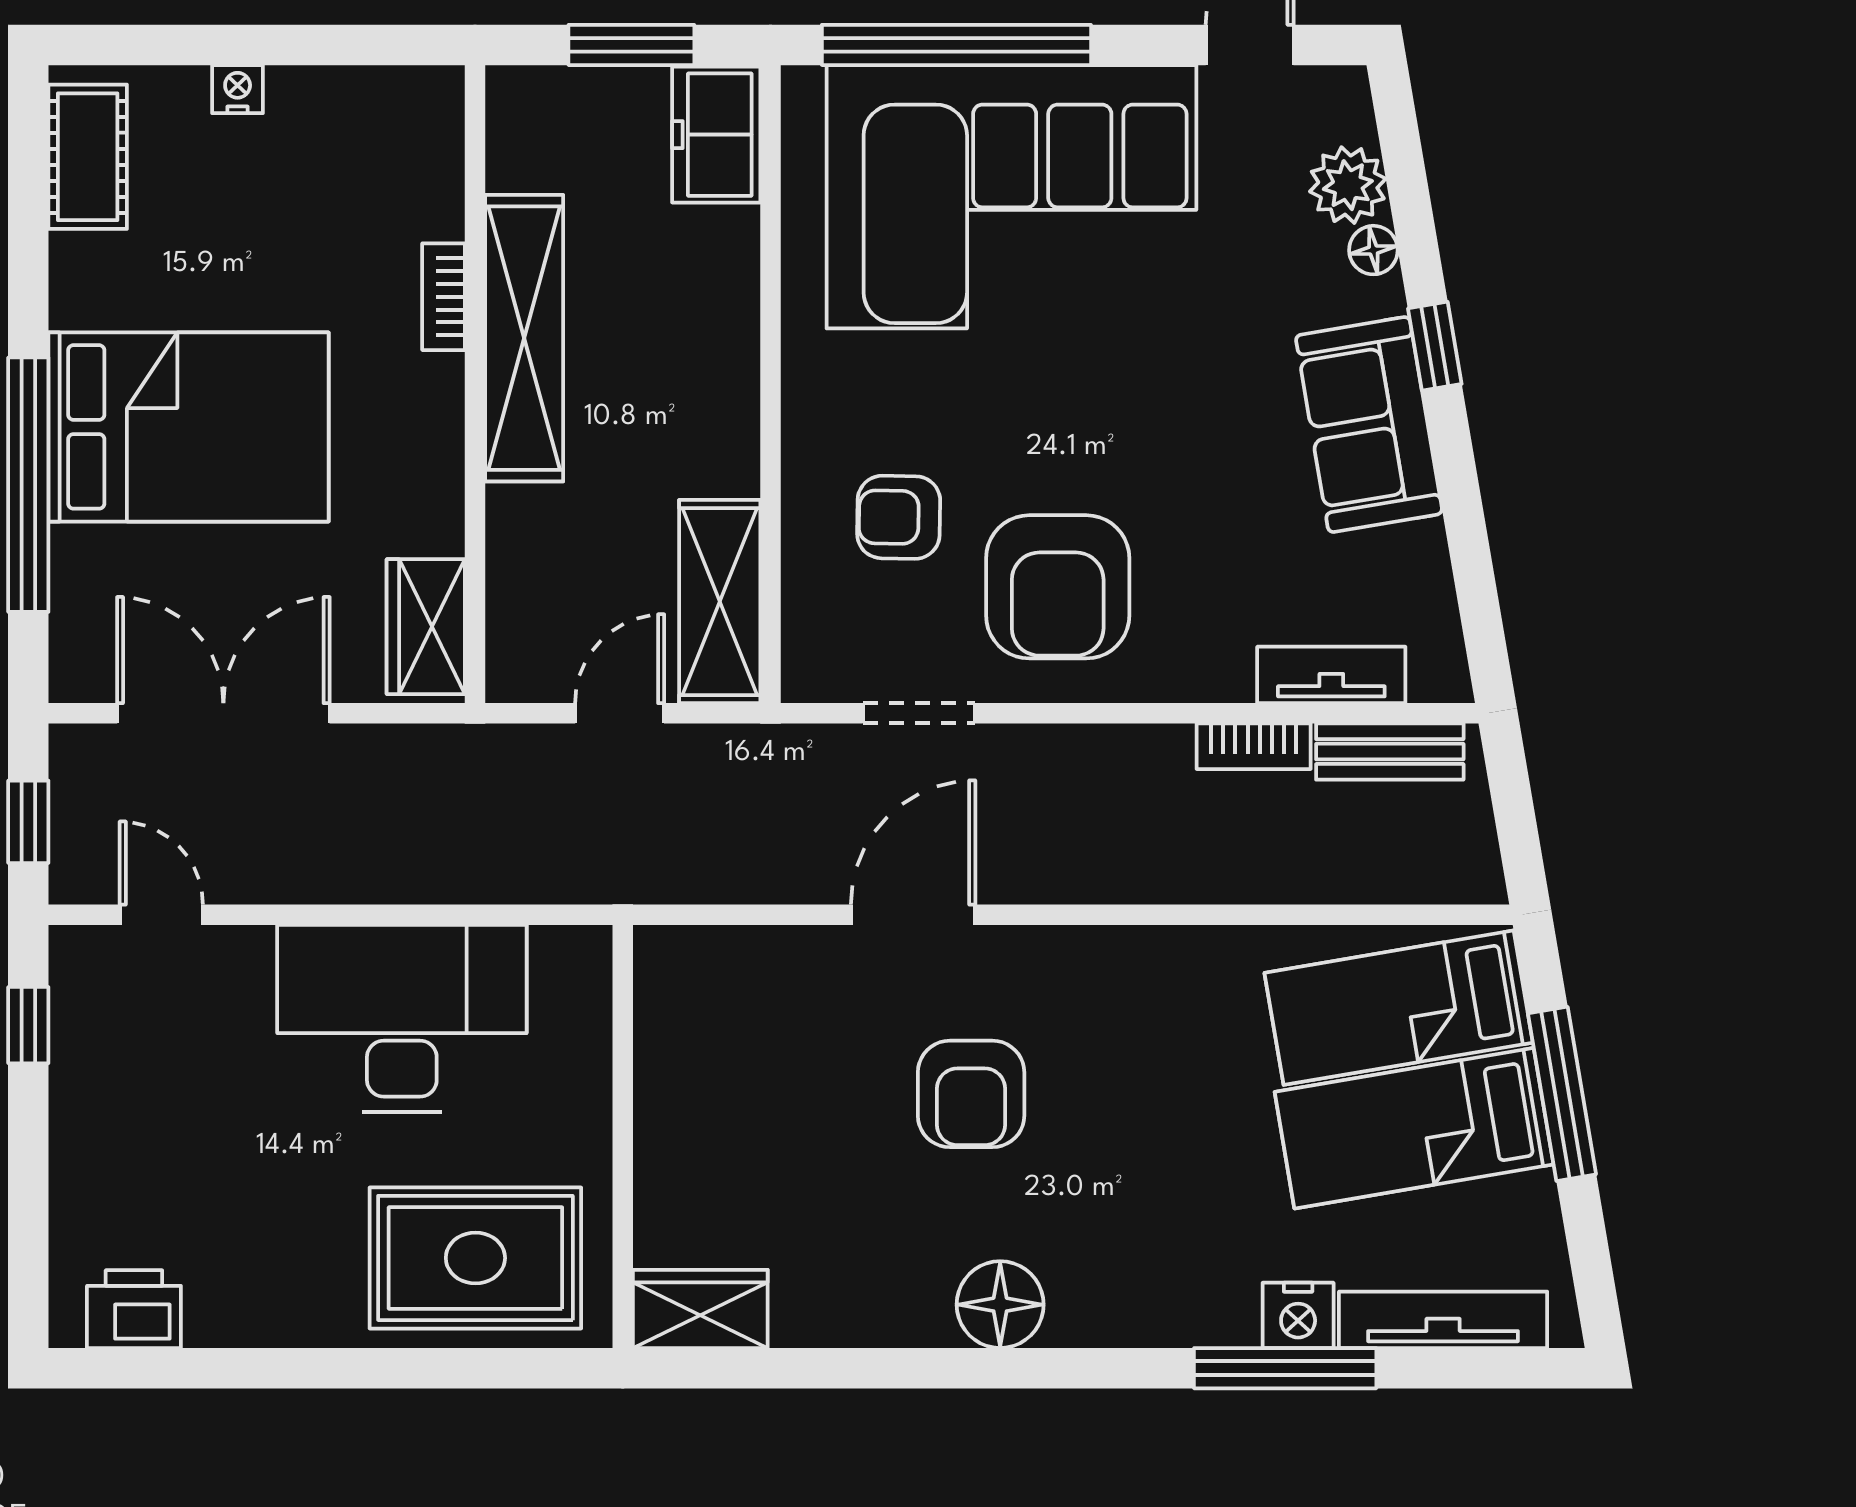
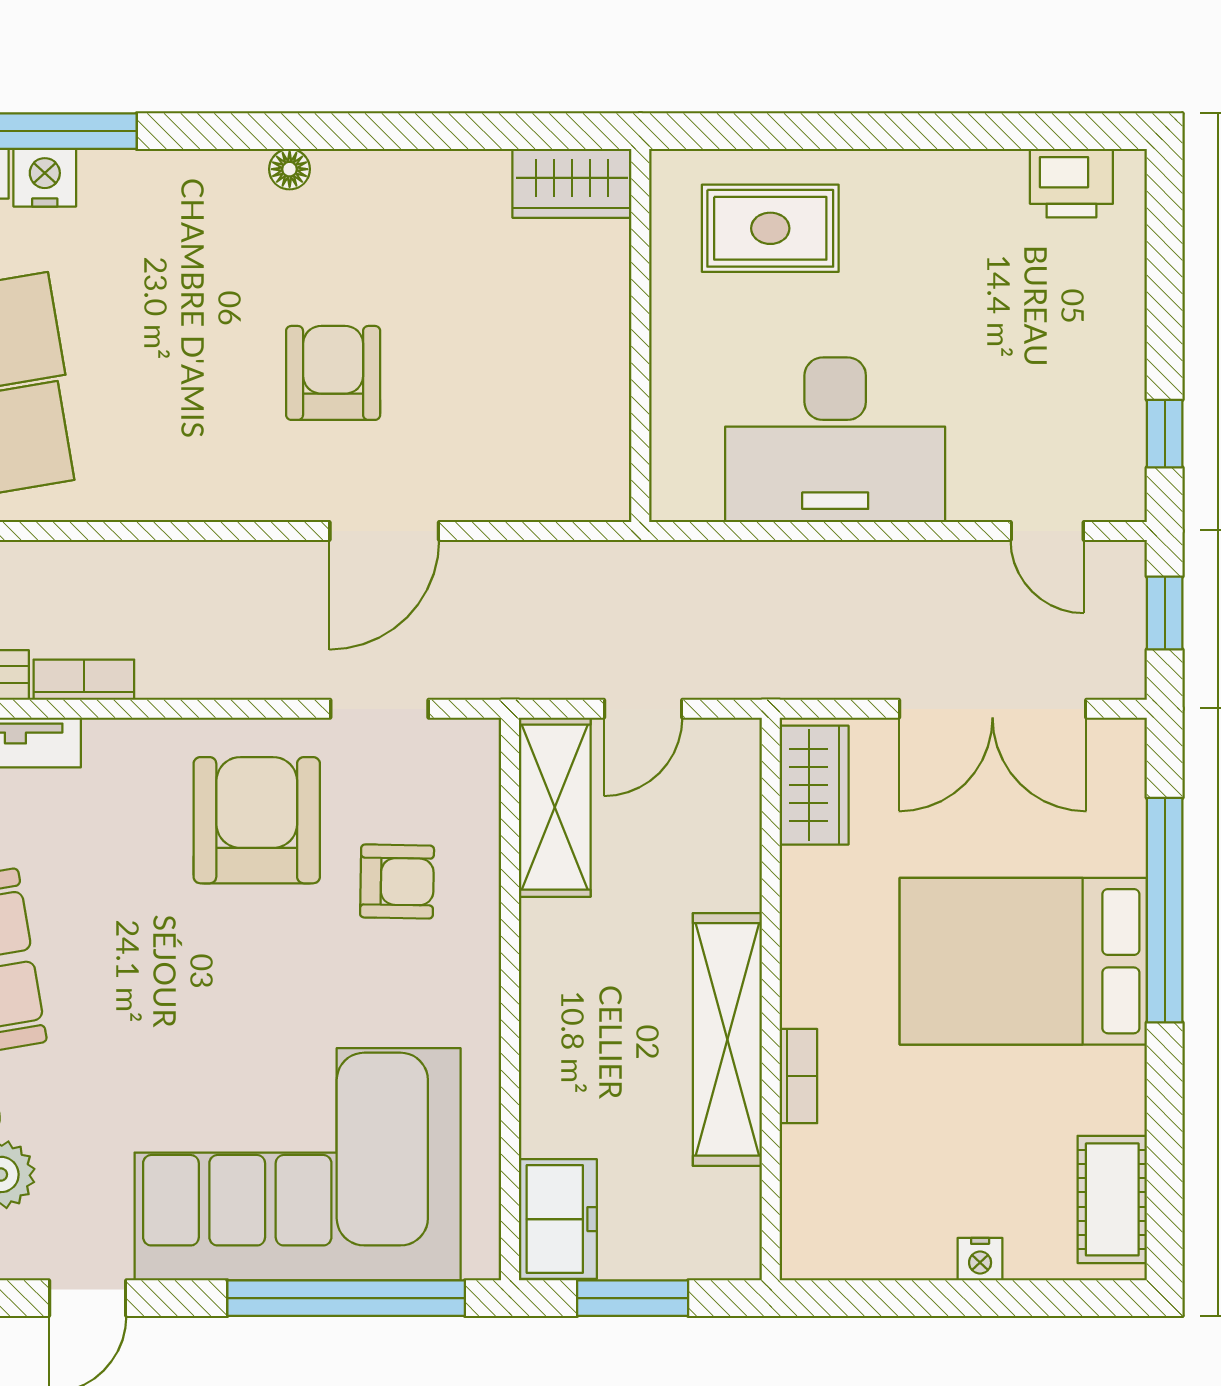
rug: (475, 1258) -> (770, 228), width x0.73, depth x0.70
floor lamp: (1000, 1305) -> (290, 169), width x0.53, depth x0.53

